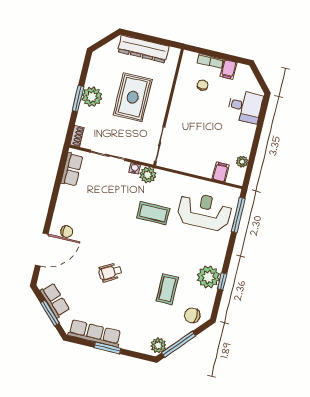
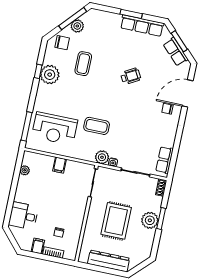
filing cabinet: (221, 172) -> (59, 165), moved
plant: (158, 345) -> (77, 26), moved

